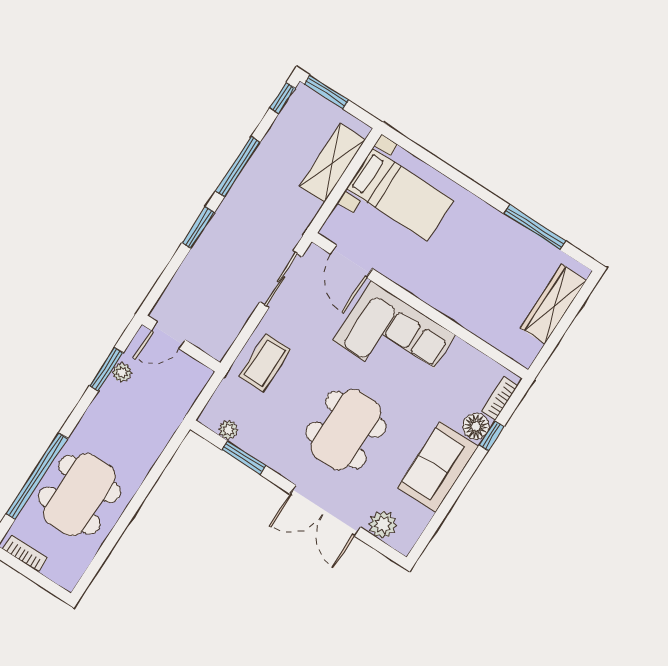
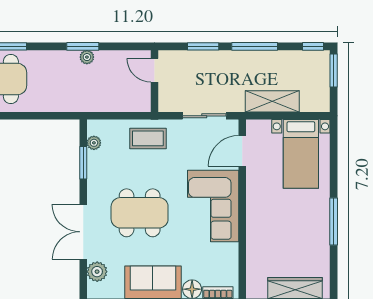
shelving: (332, 163) -> (272, 101), moved
window: (535, 227) -> (334, 222), moved
door: (168, 335) -> (155, 70), moved
wall: (181, 344) -> (155, 81), moved

